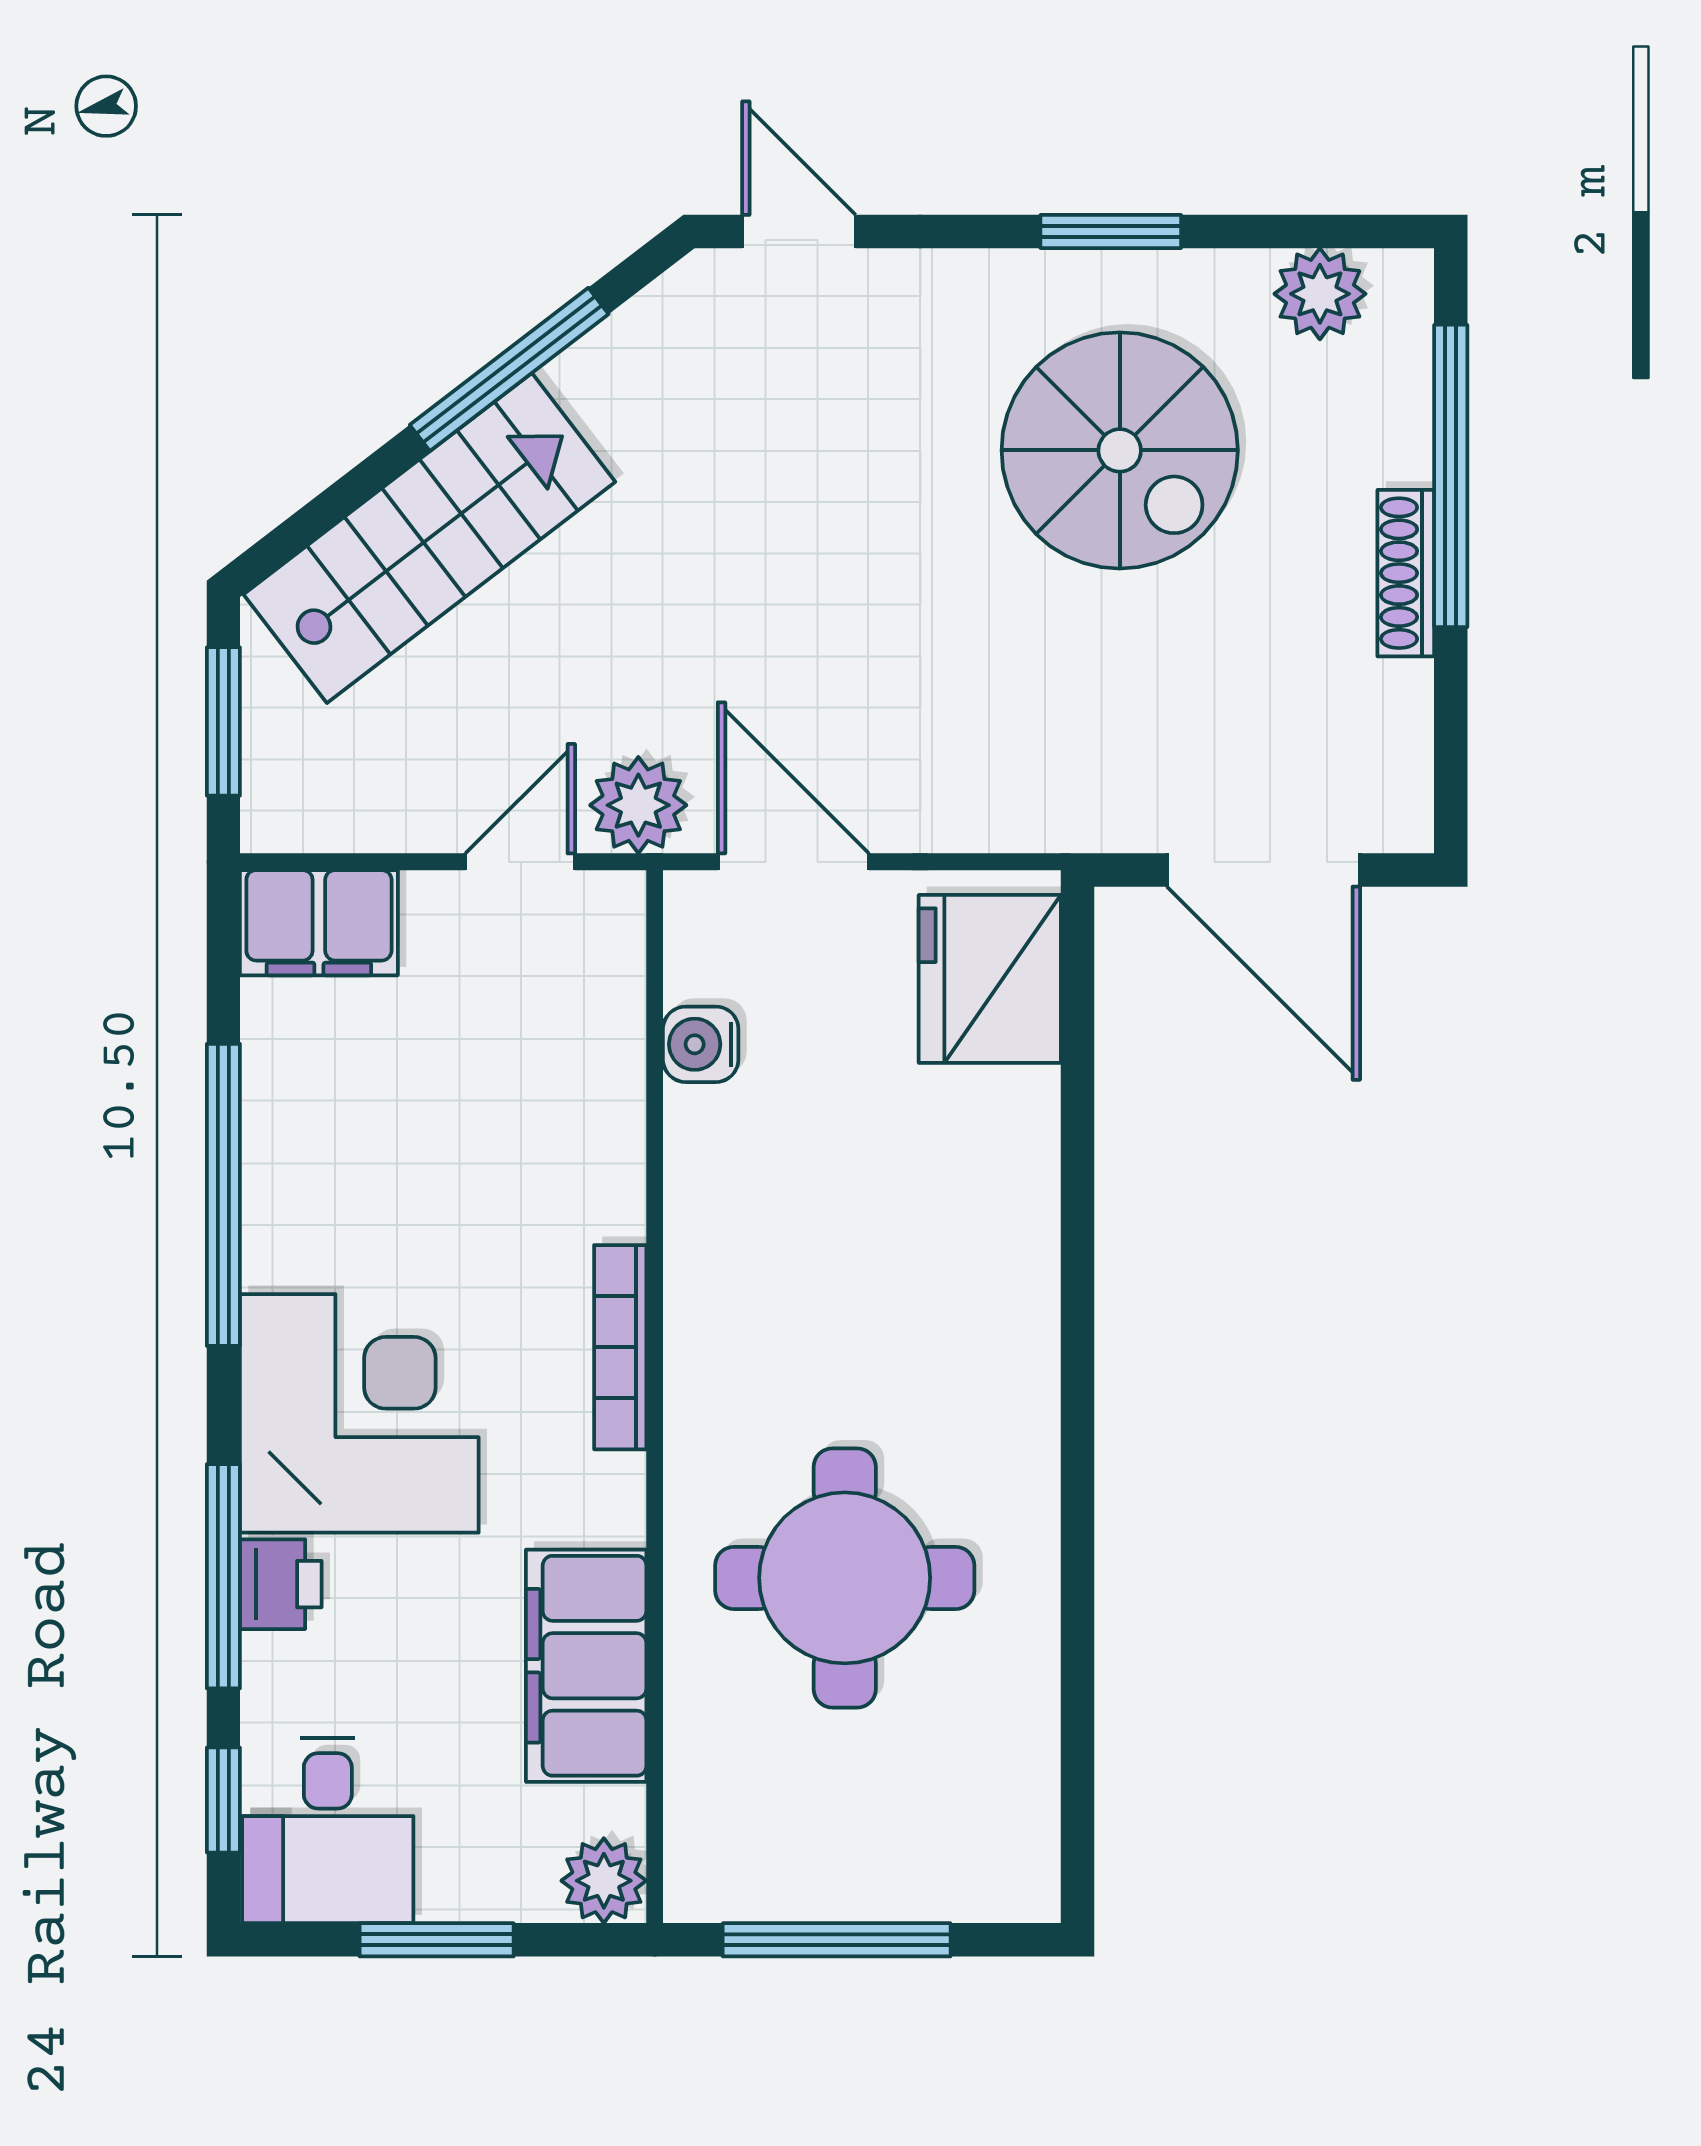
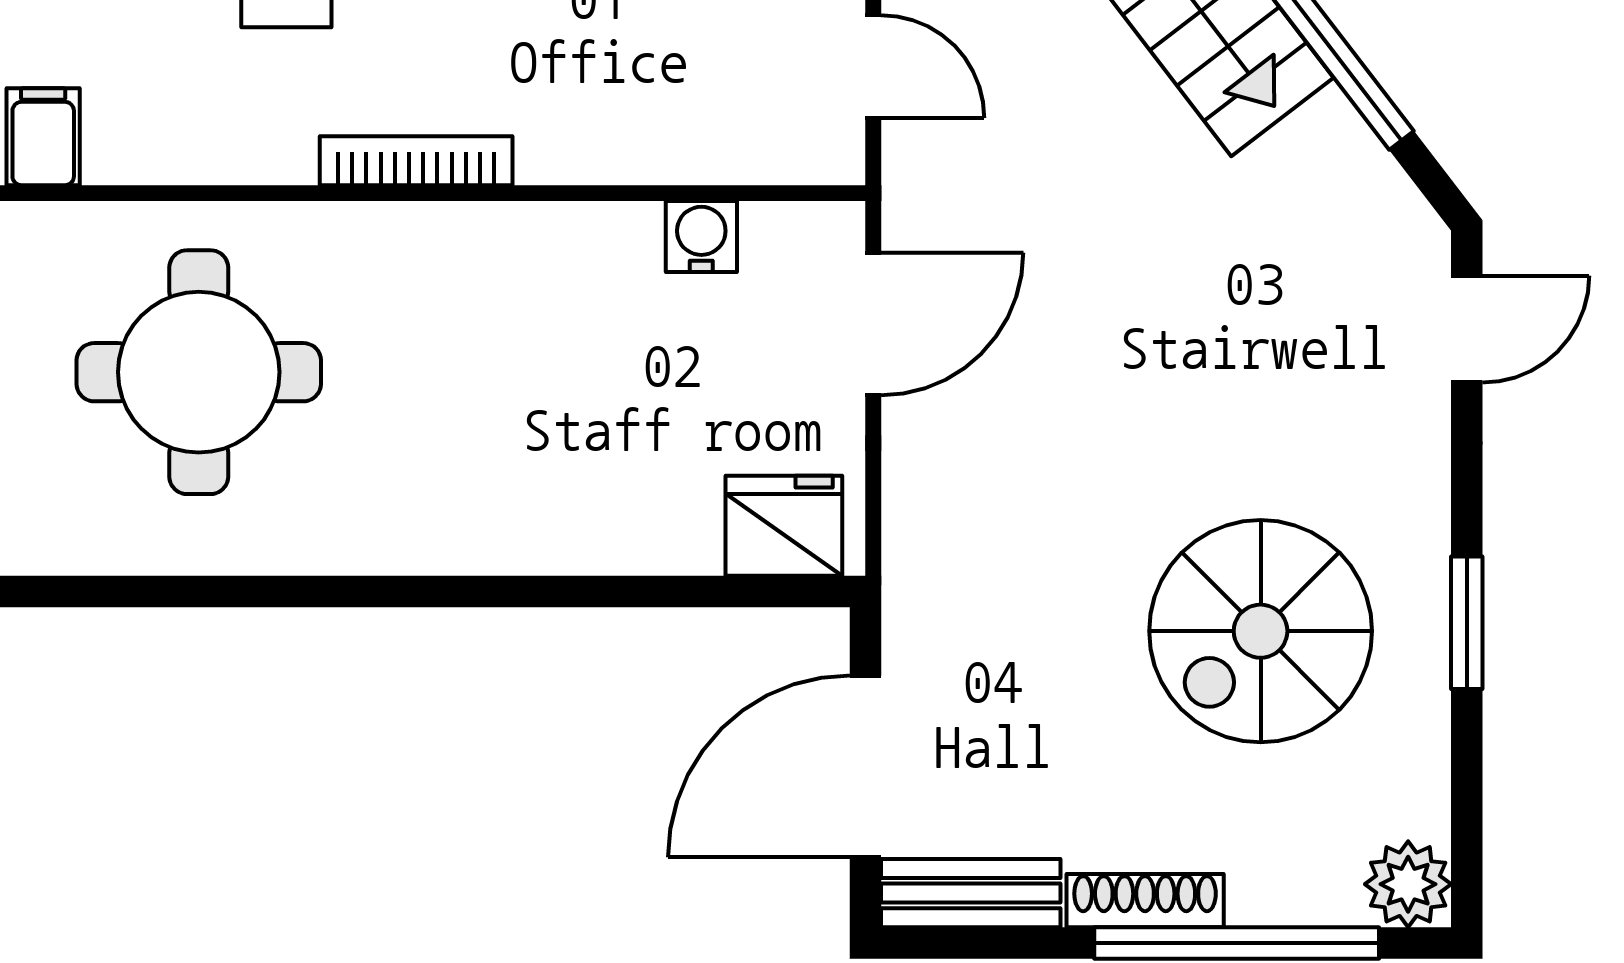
plant: (1320, 294) -> (1408, 884), moved
bench: (1398, 758) -> (971, 893), added
plant: (638, 805) -> (927, 178), removed
fridge: (990, 979) -> (784, 526), width x0.73, depth x0.75
filing cabinet: (586, 1666) -> (43, 137), width x0.33, depth x0.86

